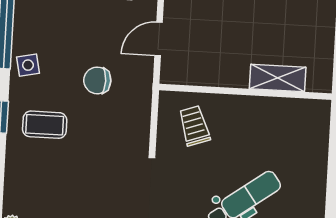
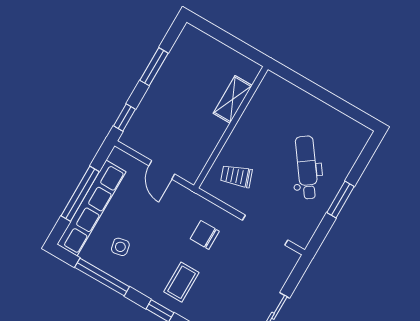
side table: (28, 65) -> (120, 247), moved
chair: (97, 80) -> (205, 235), moved, turned 90

